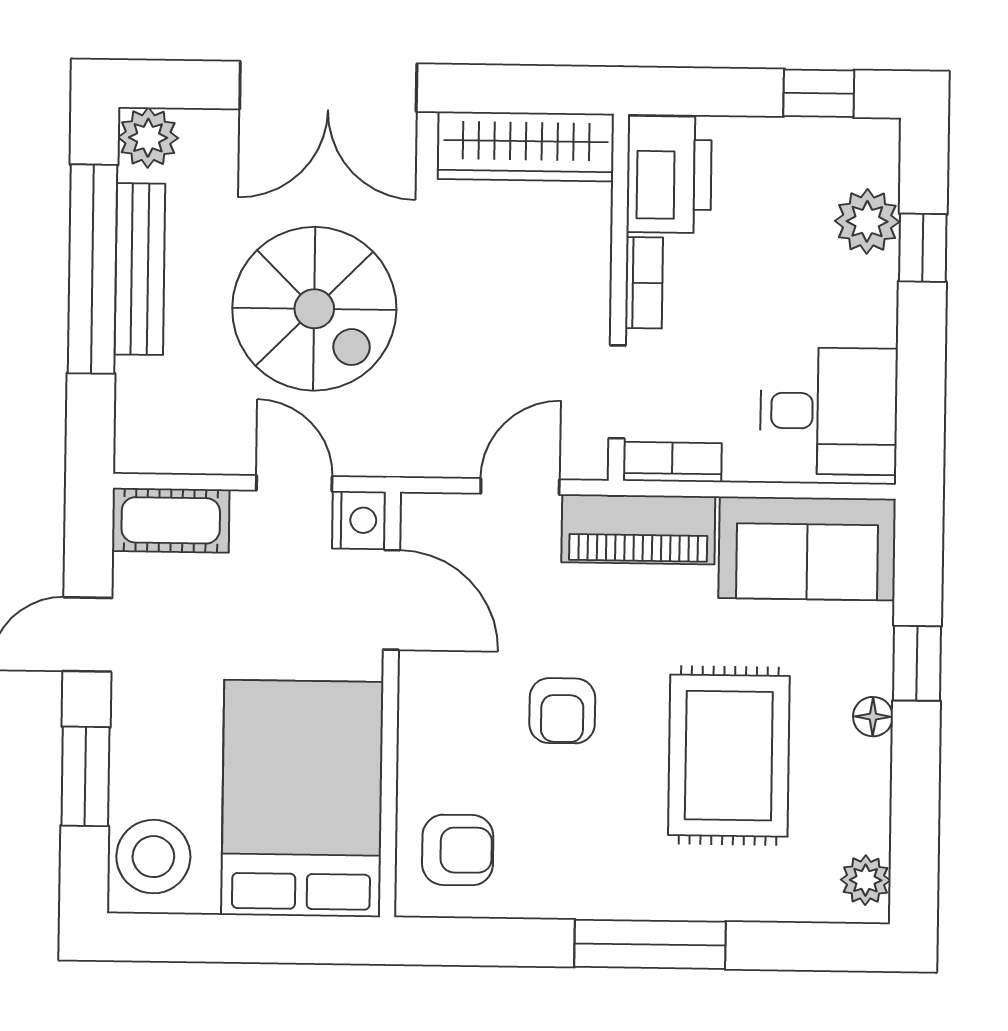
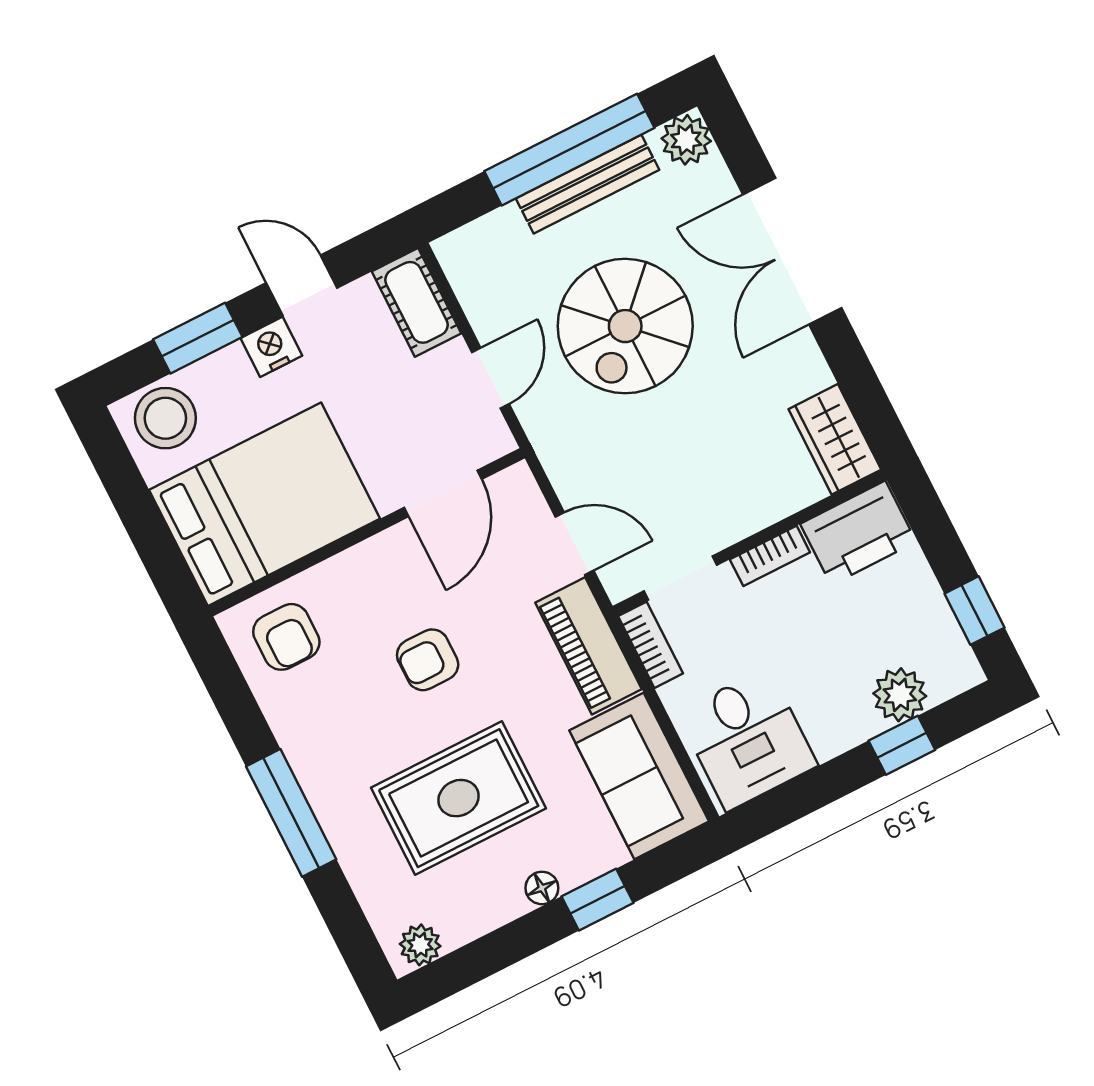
wardrobe: (526, 147) -> (835, 439), width x0.67
nightstand: (359, 520) -> (271, 347), moved, turned 180

